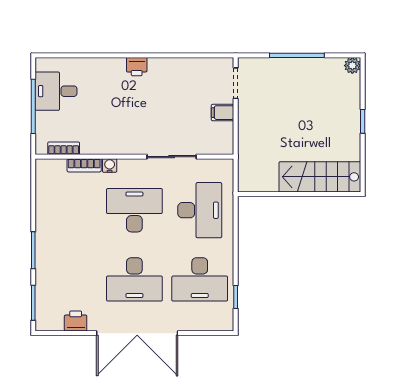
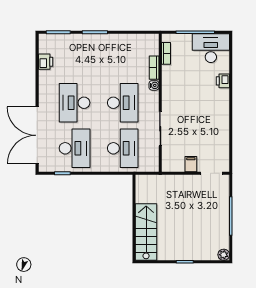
printer: (137, 67) -> (223, 81), moved
desk: (56, 91) -> (211, 48), width x1.37
desk: (200, 210) -> (123, 148), turned -90
desk: (200, 279) -> (75, 148), turned 180
double door: (137, 333) -> (37, 135), moved

